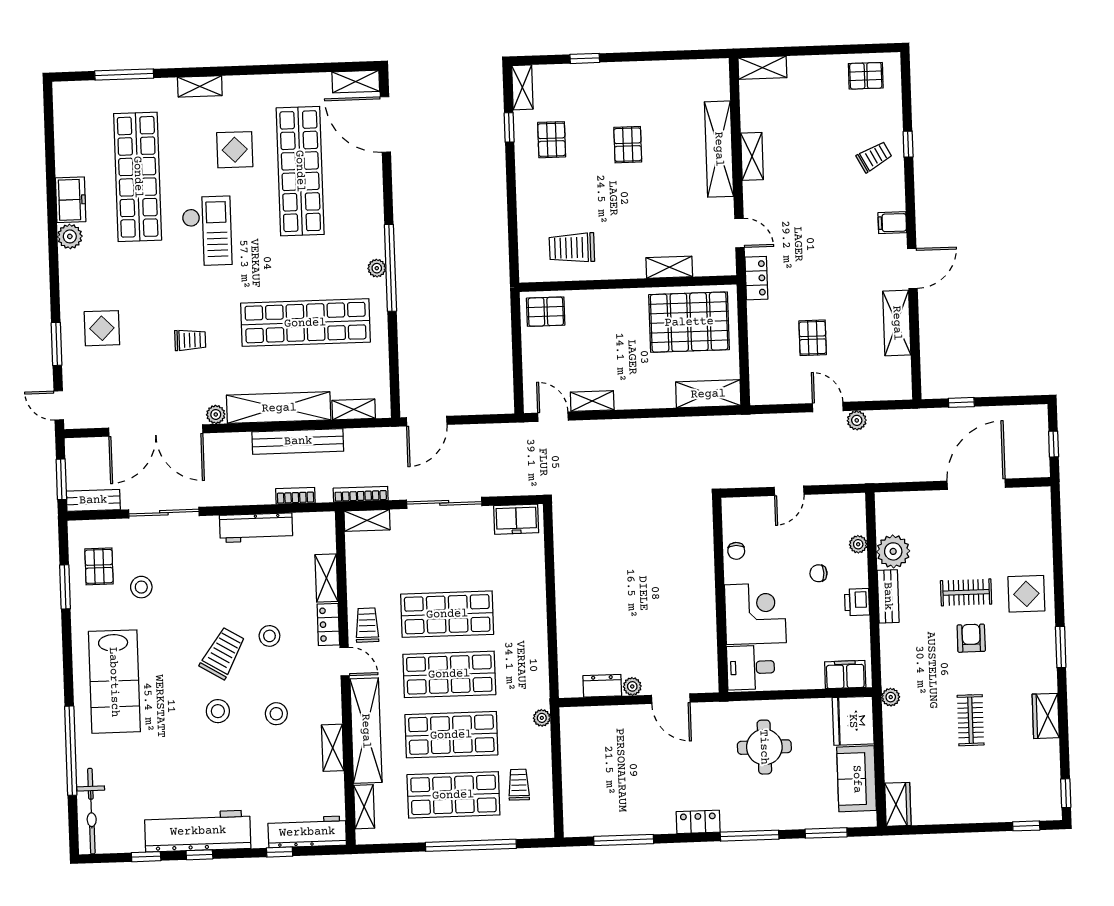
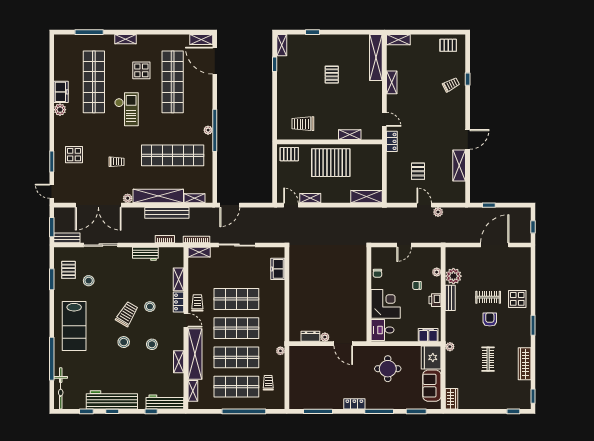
pallet: (552, 140) -> (295, 71), removed
shelving: (719, 149) -> (376, 57), moved
filing cabinet: (892, 223) -> (459, 117), removed
pallet: (689, 322) -> (331, 163), moved
freezer: (516, 519) -> (278, 269), moved, turned 90
workbench: (256, 528) -> (145, 254), width x0.73
wardrobe: (1046, 716) -> (525, 364), width x1.50

